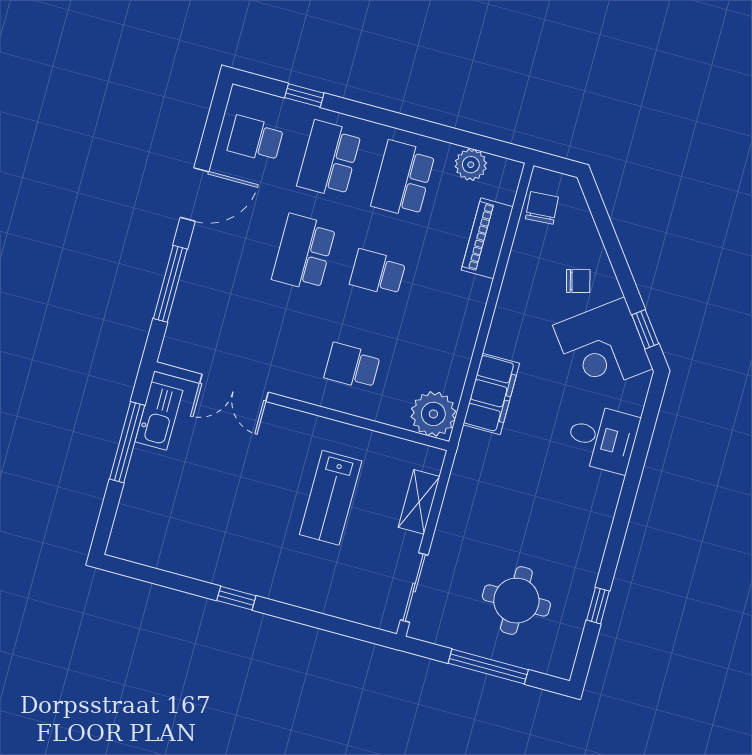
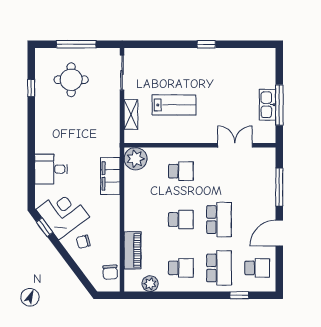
school desk: (403, 179) -> (181, 268), width x0.54
kitchen sink: (159, 416) -> (267, 105), moved
lab bench: (331, 498) -> (174, 105), turned 90

